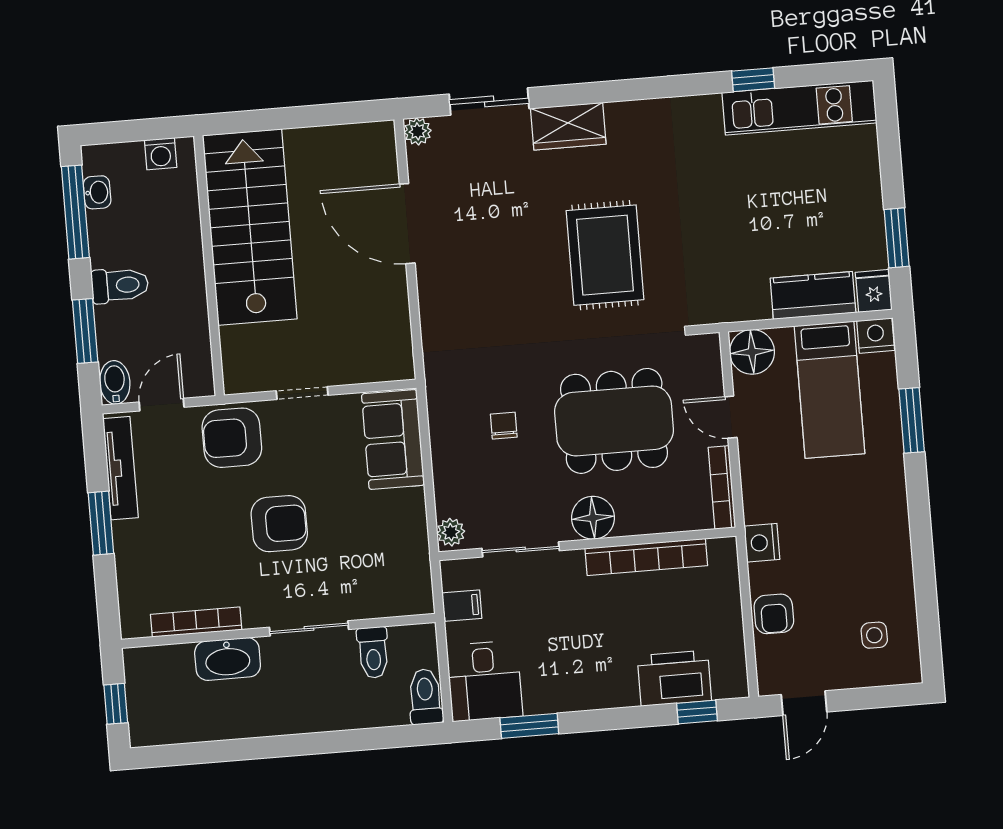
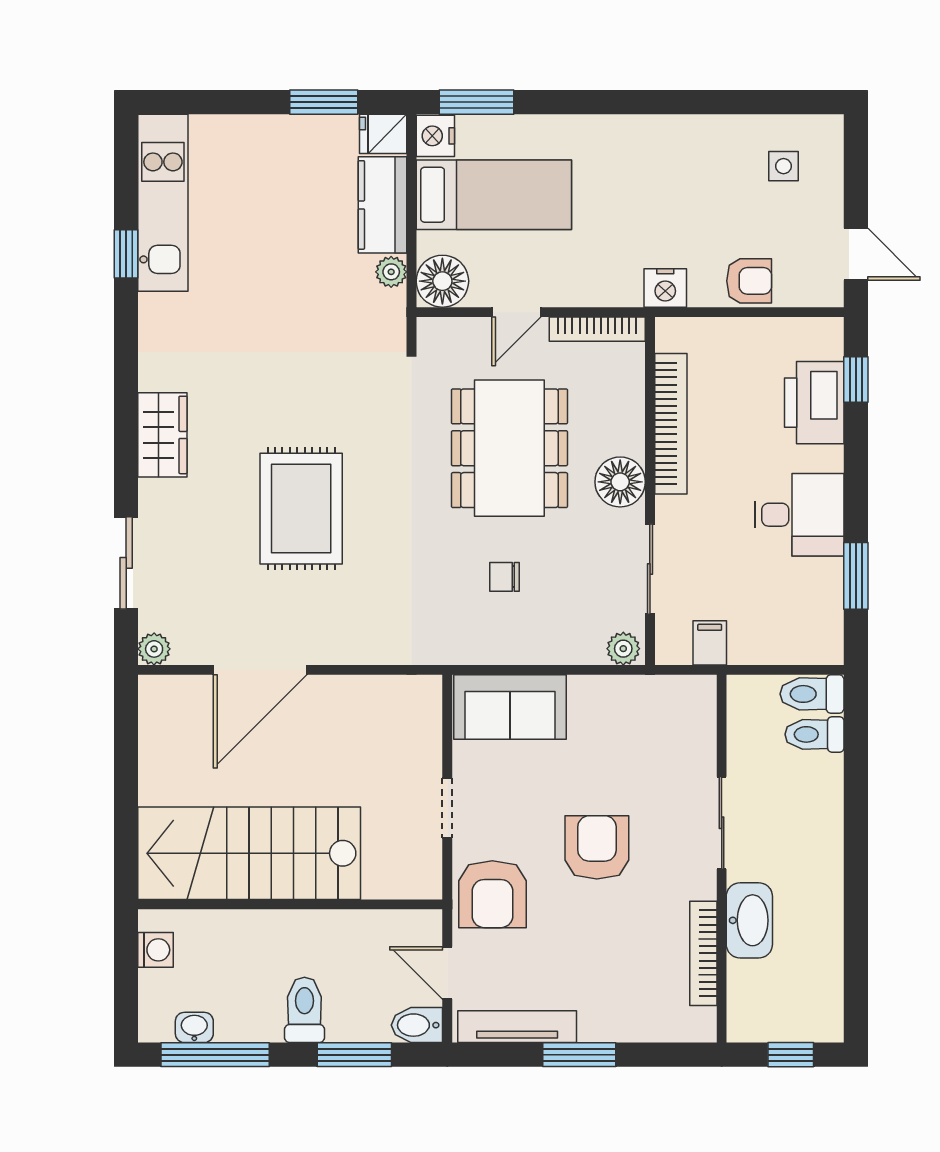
wardrobe: (568, 126) -> (162, 435), moved
rug: (605, 255) -> (301, 509), moved, turned 90
plant: (756, 307) -> (391, 272), added
window: (912, 420) -> (476, 102), moved
toilet: (373, 653) -> (815, 734), moved, turned 180
desk: (485, 681) -> (799, 515), moved

